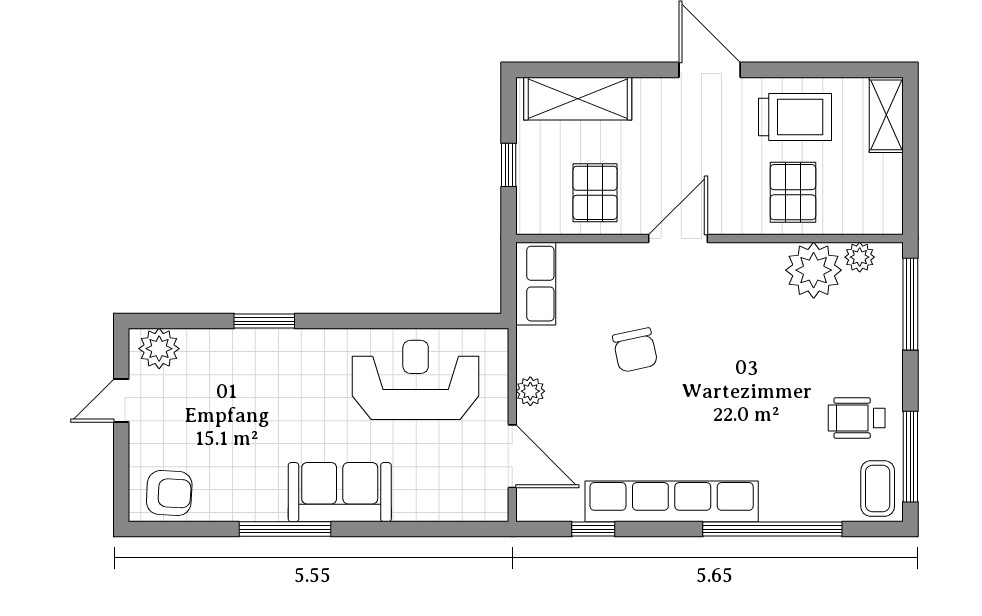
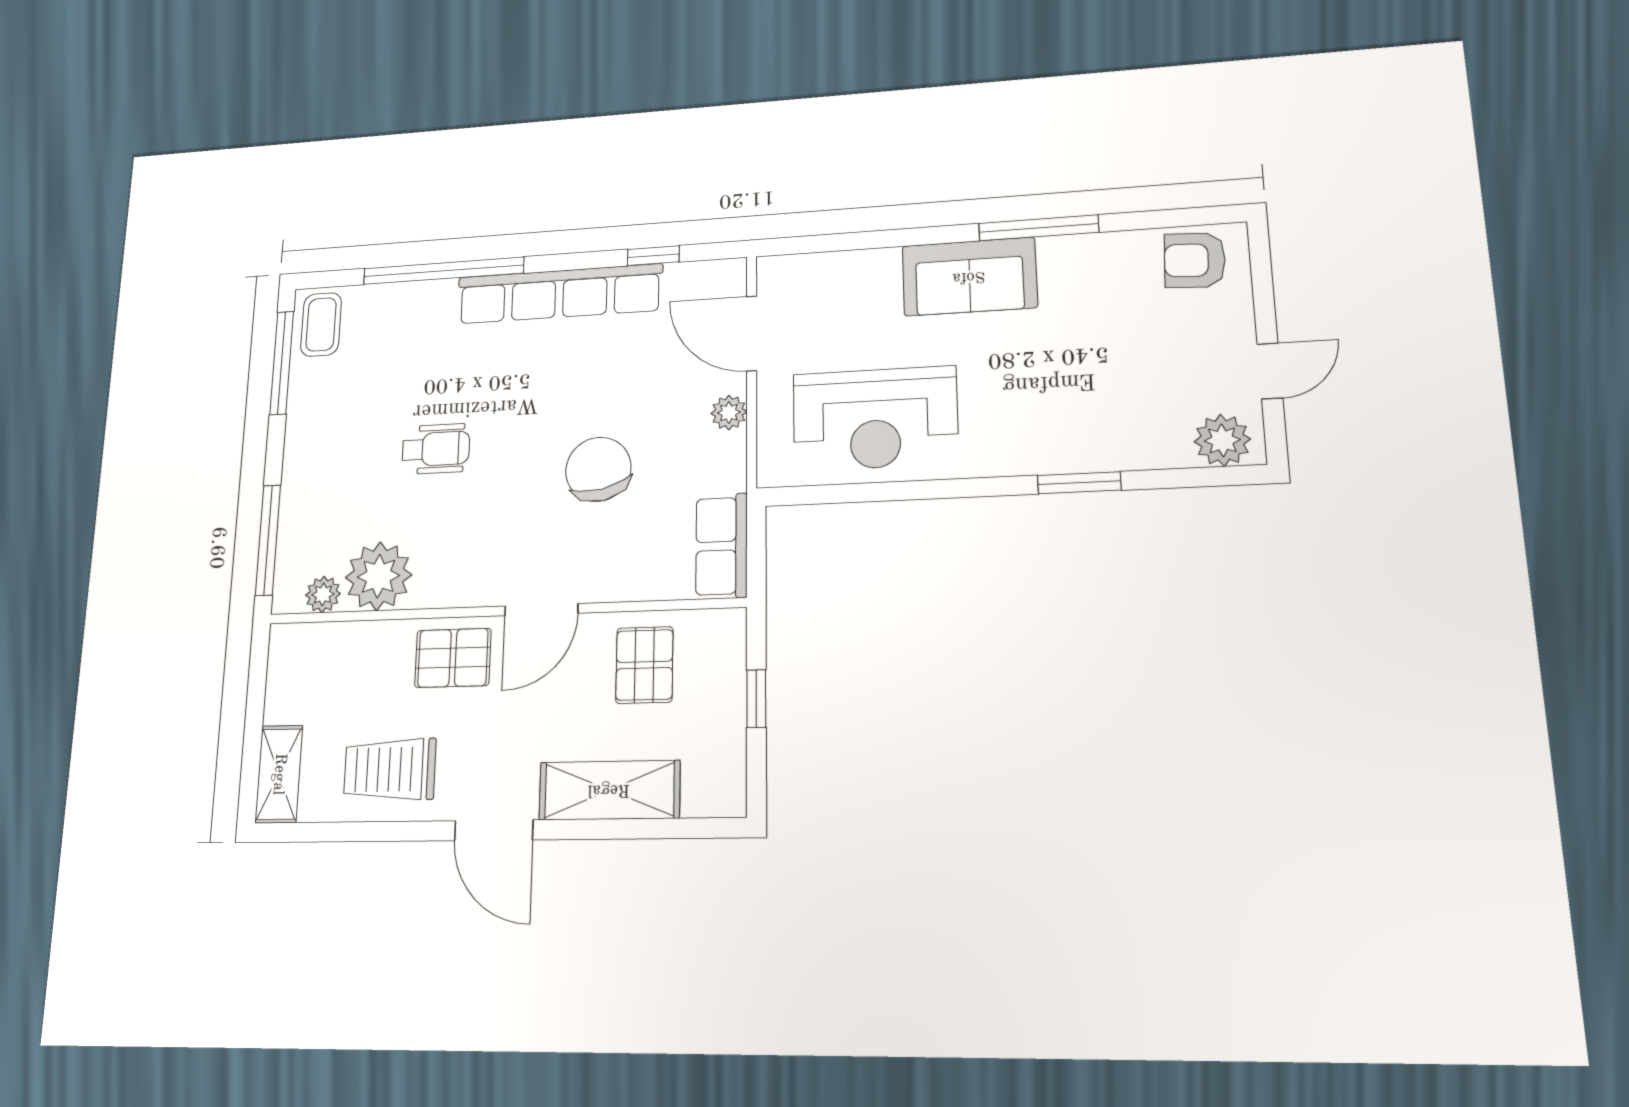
shelving: (578, 99) -> (609, 790), moved
pallet: (793, 192) -> (453, 658), moved, turned 90
chair: (635, 350) -> (598, 469), width x1.37, depth x1.37
wheelchair: (857, 418) -> (436, 449), moved

